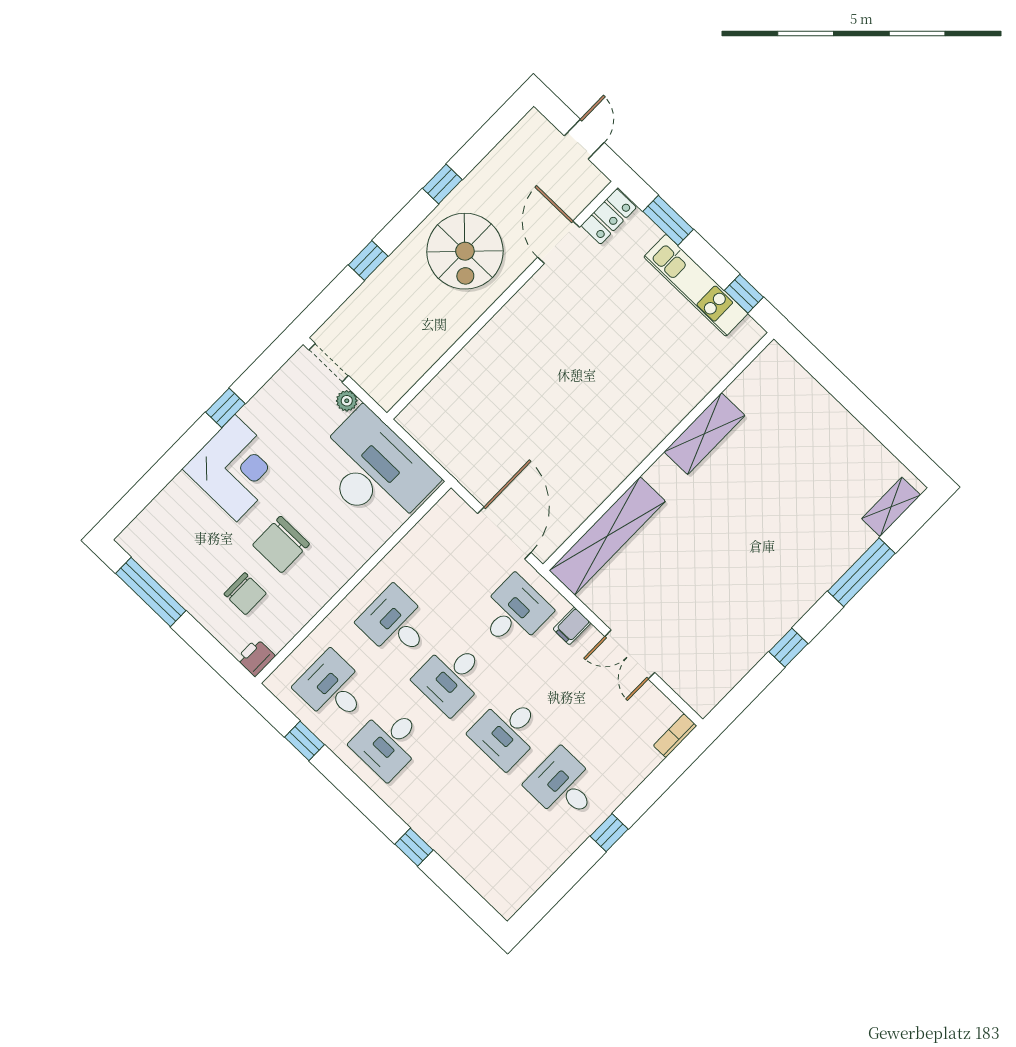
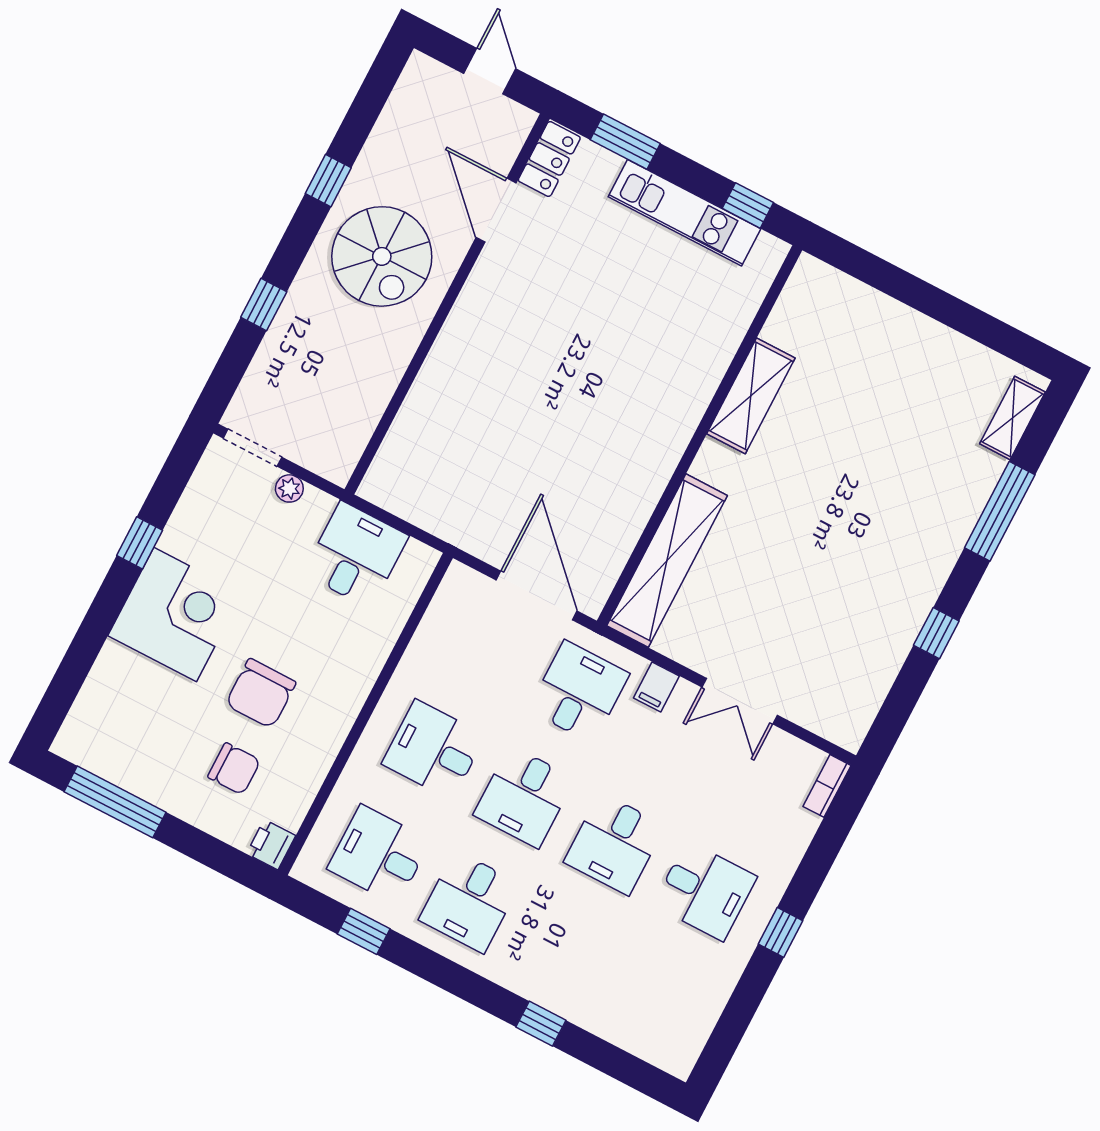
desk: (374, 471) -> (356, 555), width x0.53, depth x0.77
desk: (563, 786) -> (705, 891), turned 180

